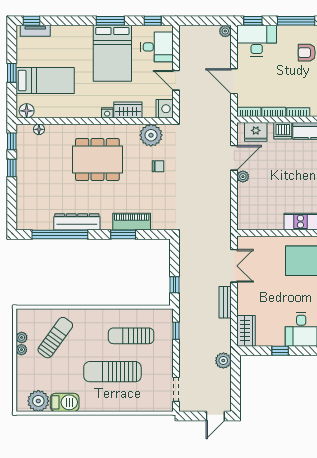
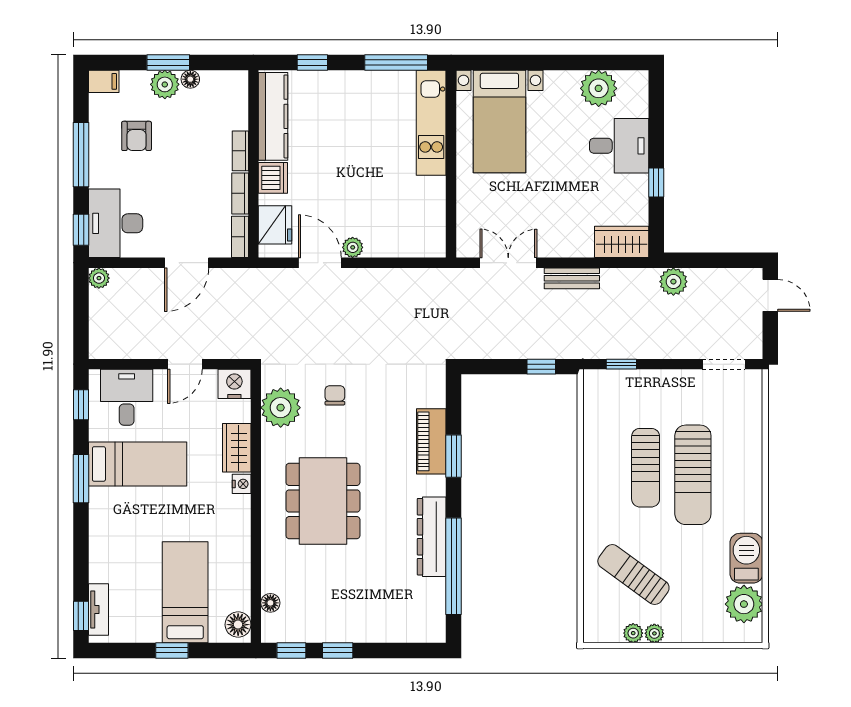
bed: (112, 53) -> (138, 464), width x0.67
sun lounger: (131, 336) -> (646, 468), moved

